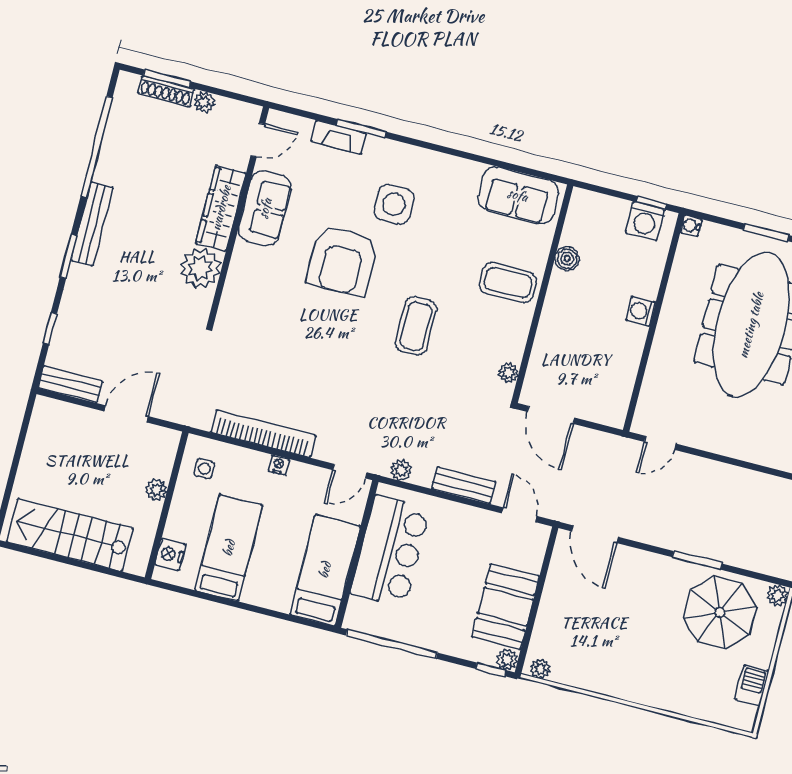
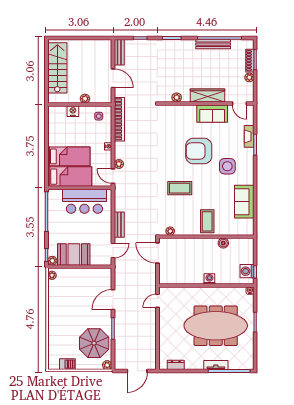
sofa: (518, 195) -> (244, 202), moved
bench: (92, 224) -> (213, 44), moved
plant: (200, 268) -> (177, 97), width x0.53, depth x0.53
door: (551, 415) -> (157, 253), hinge flipped
bookcase: (263, 434) -> (119, 119), moved
door: (660, 443) -> (157, 301), hinge flipped
plant: (401, 470) -> (119, 164), moved
door: (595, 534) -> (113, 300), moved
bed: (229, 548) -> (69, 156), moved
nightstand: (170, 554) -> (73, 111), moved

